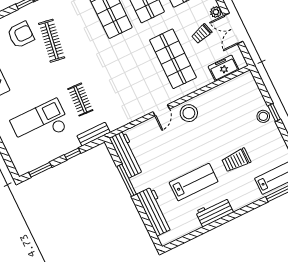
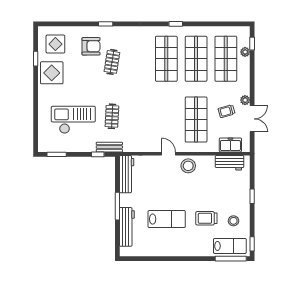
double door: (233, 29) -> (252, 119), swing flipped
clothes rail: (52, 41) -> (112, 62), width x0.73
door: (161, 110) -> (169, 154), swing flipped
stool: (263, 116) -> (233, 221), moved
window: (73, 154) -> (98, 154), moved
window: (127, 180) -> (117, 206), moved
workbench: (214, 212) -> (230, 163), moved, turned 180

